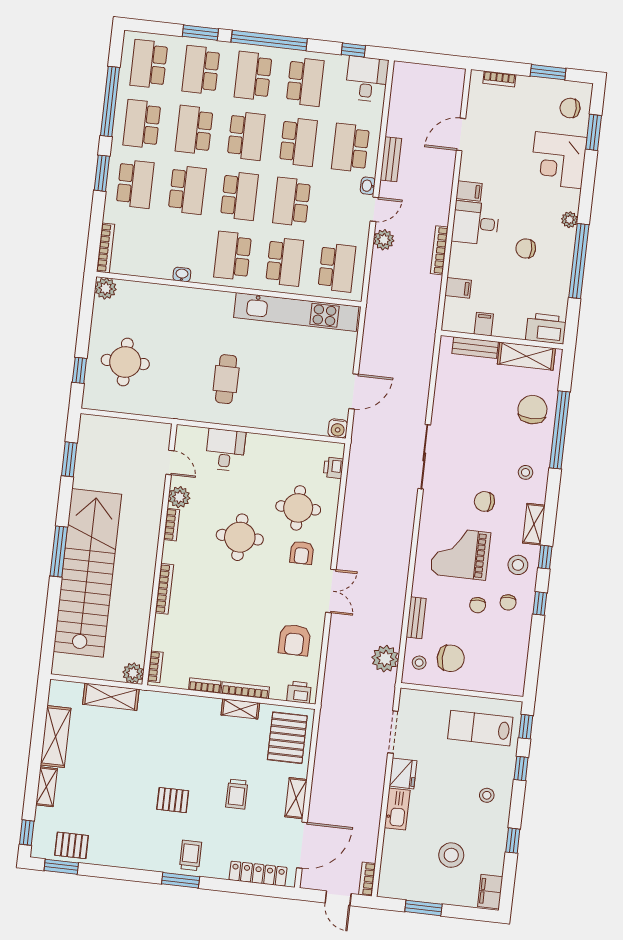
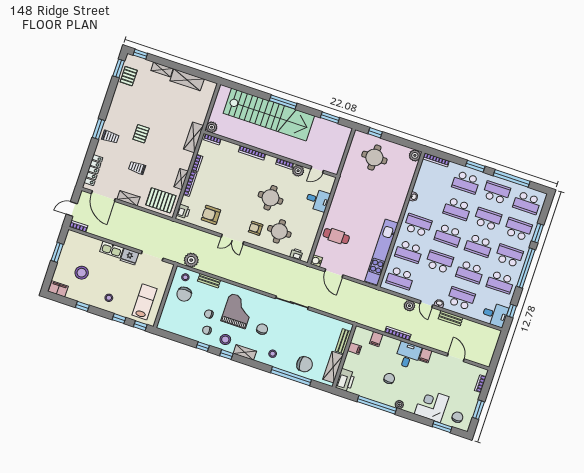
school desk: (149, 64) -> (527, 203), turned 180
cafe table: (226, 379) -> (336, 236), moved
shelving: (111, 697) -> (194, 137), moved

